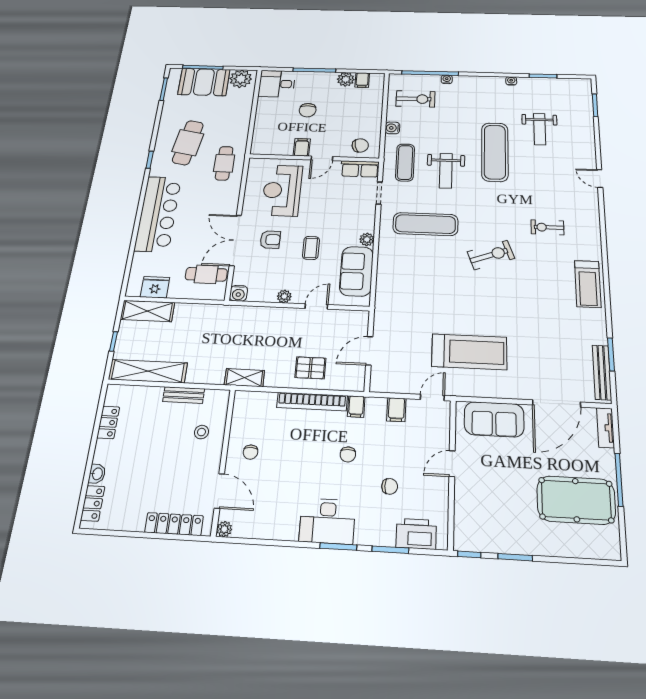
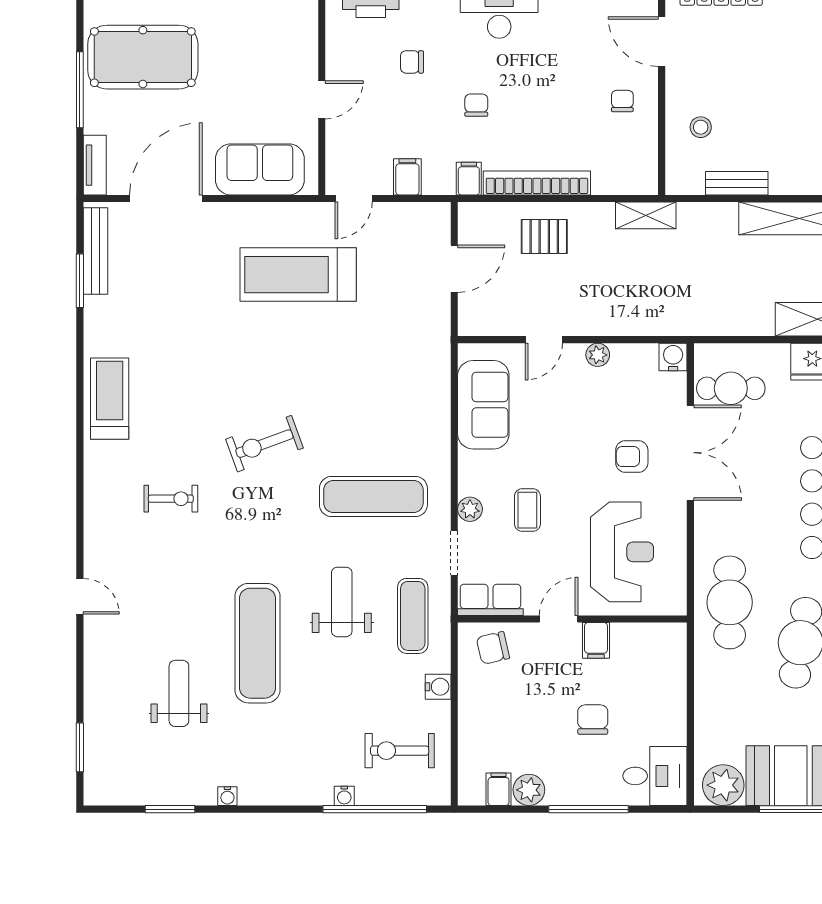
cafe table: (224, 163) -> (730, 602), width x1.37, depth x1.35
plant: (367, 239) -> (470, 509), moved
coffee table: (311, 248) -> (527, 510), moved

